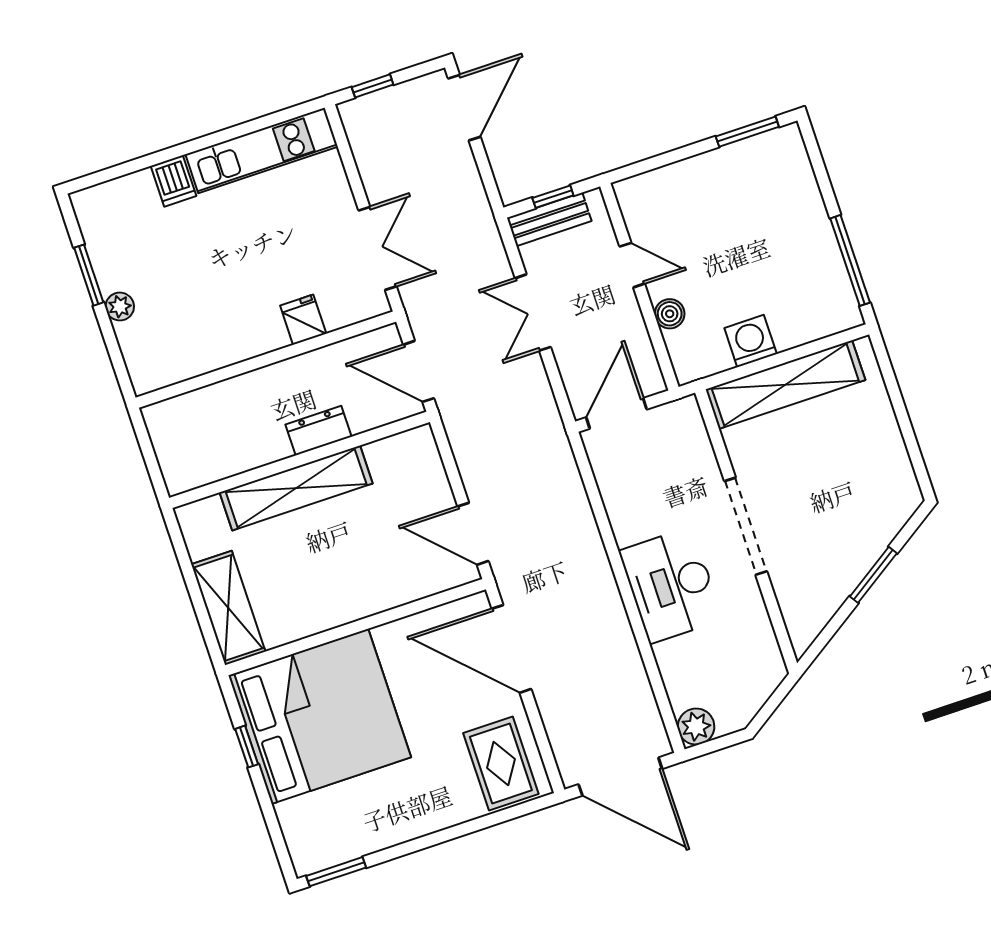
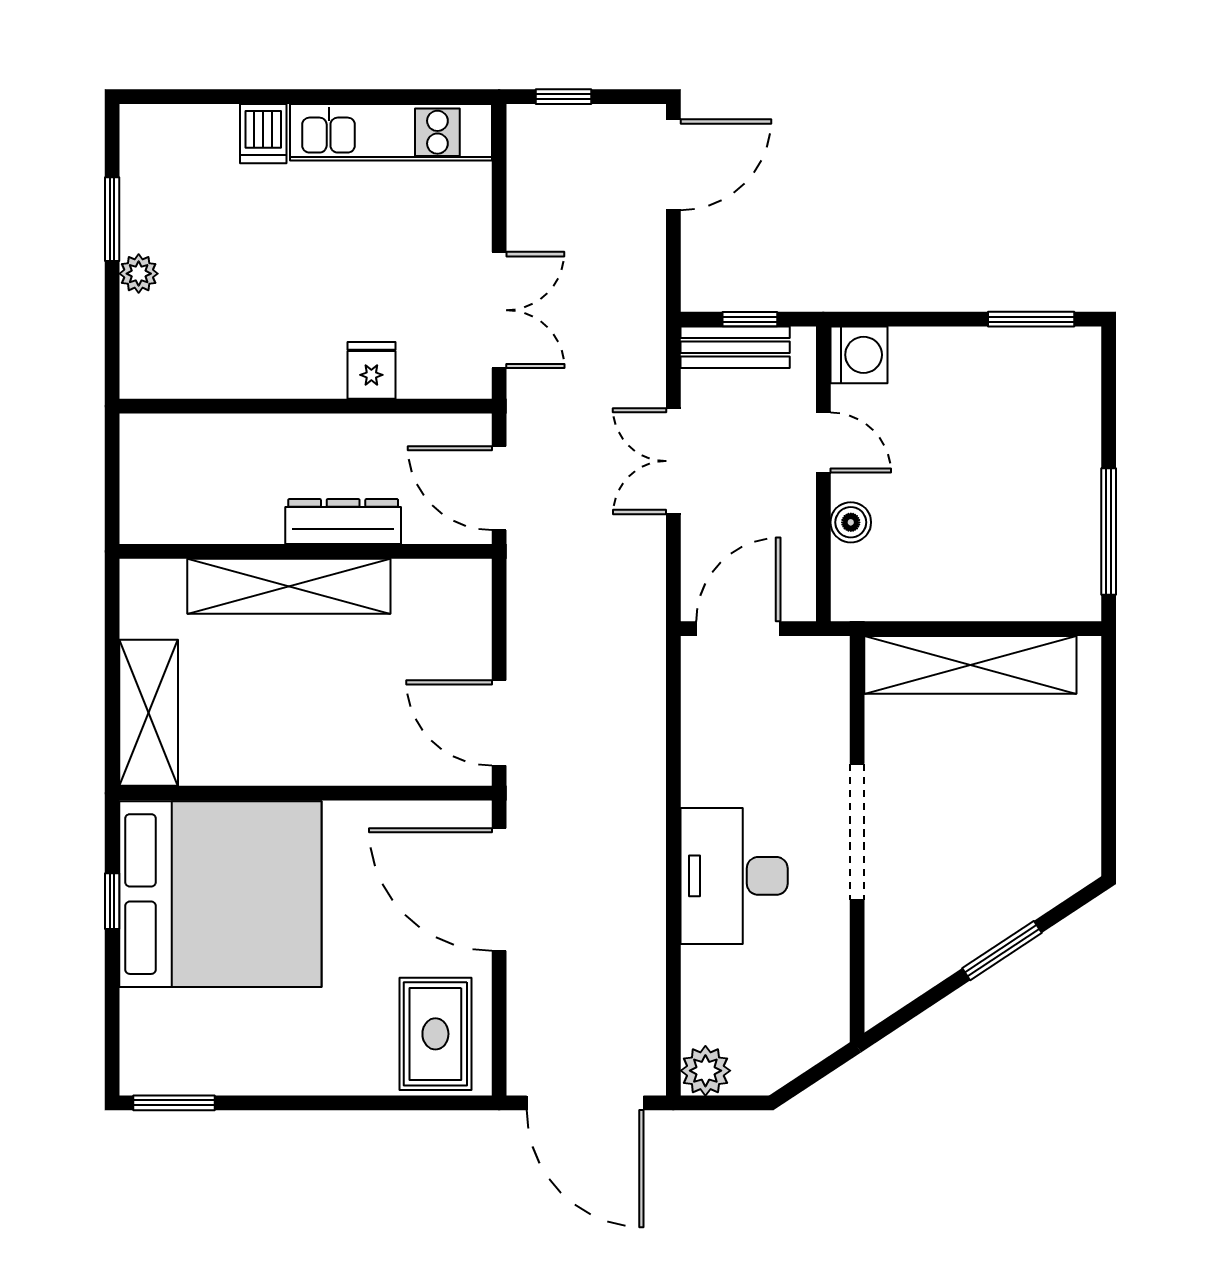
washing machine: (751, 341) -> (859, 355), moved, turned 90
dresser: (319, 431) -> (343, 521), width x1.44

